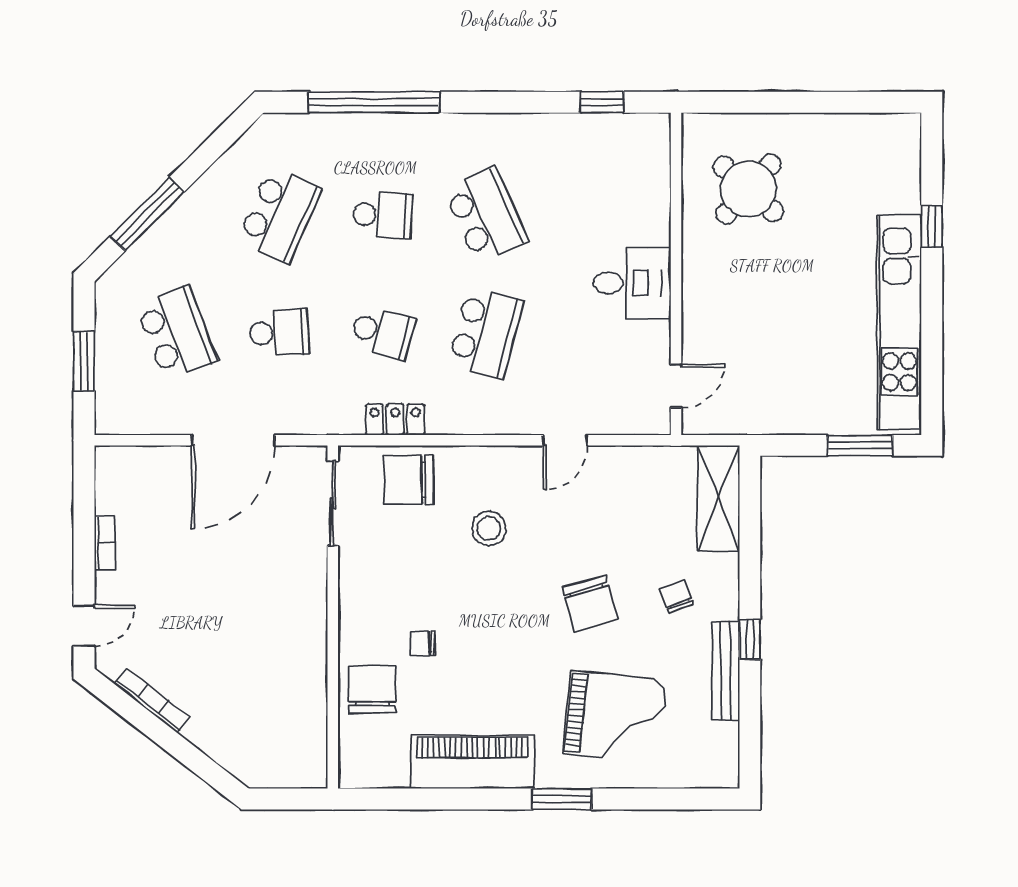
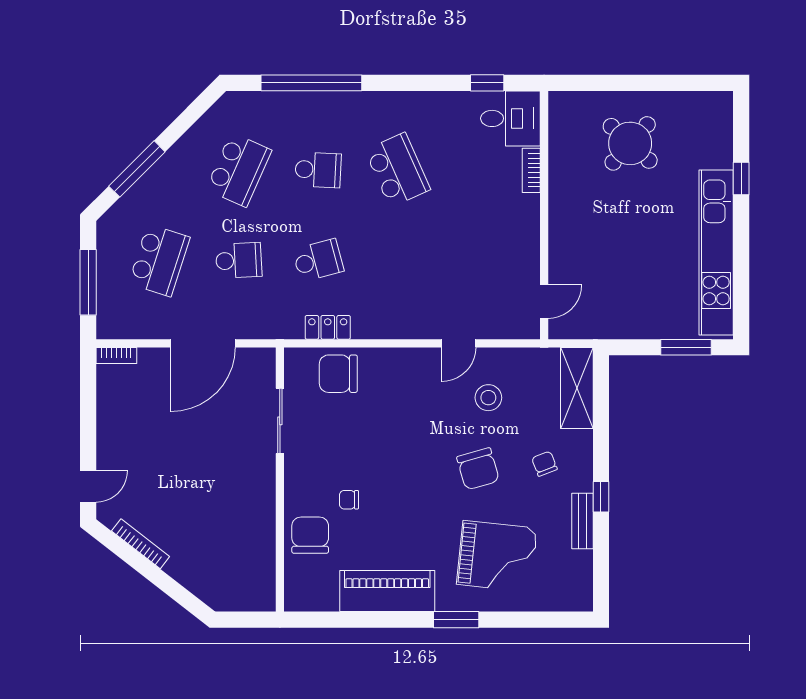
round table: (748, 189) -> (630, 143), moved
bookcase: (659, 216) -> (531, 170), added
desk: (632, 283) -> (510, 118), moved
school desk: (176, 333) -> (159, 260), turned 39
school desk: (383, 333) -> (318, 260), turned -30
school desk: (486, 333) -> (398, 260), removed
window: (84, 361) -> (88, 282), width x1.44
sliding door: (333, 503) -> (280, 421), moved
stool: (489, 528) -> (488, 398), moved
bookcase: (105, 543) -> (116, 355), moved, turned 90
bench: (726, 671) -> (582, 521), width x0.73

